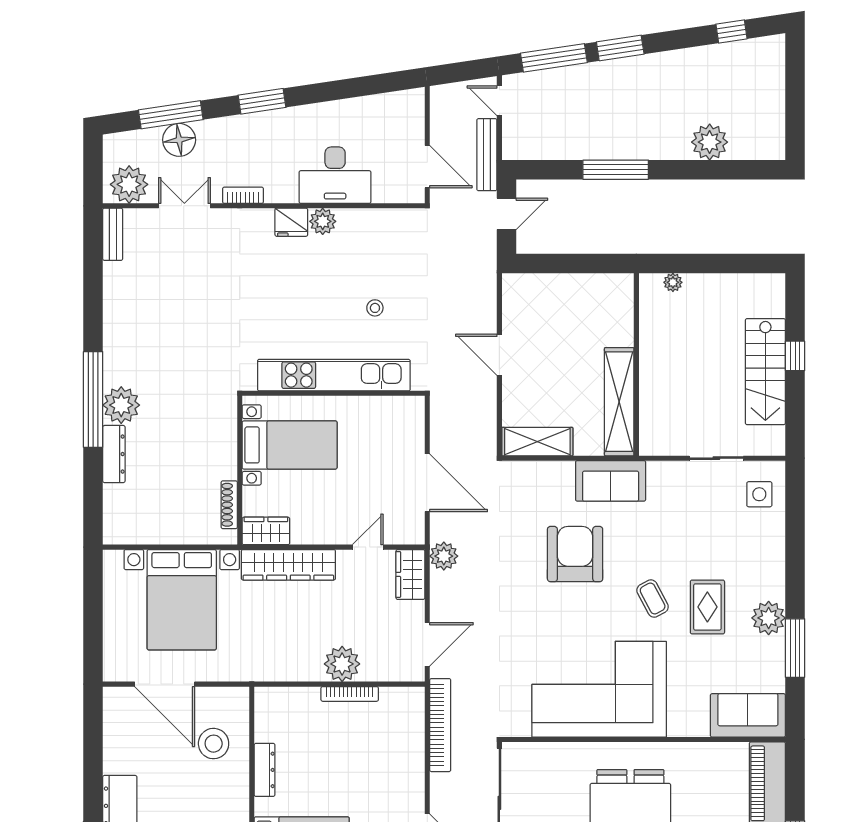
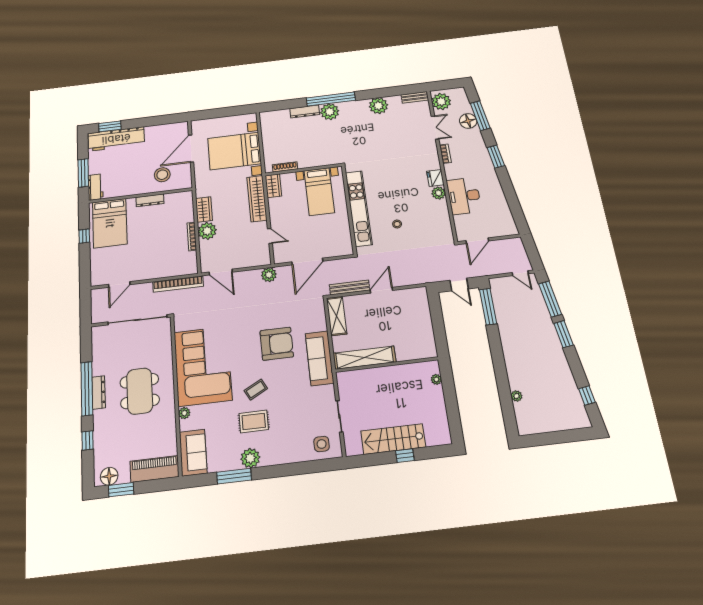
door: (499, 101) -> (520, 273), swing flipped
plant: (710, 142) -> (517, 396), width x0.53, depth x0.53
bench: (487, 155) -> (350, 287), moved
window: (616, 170) -> (488, 307), moved
plant: (121, 308) -> (378, 106), added
sofa: (611, 481) -> (320, 358), width x1.36
wardrobe: (410, 574) -> (204, 209), moved, turned 90
plant: (679, 727) -> (184, 413), added

